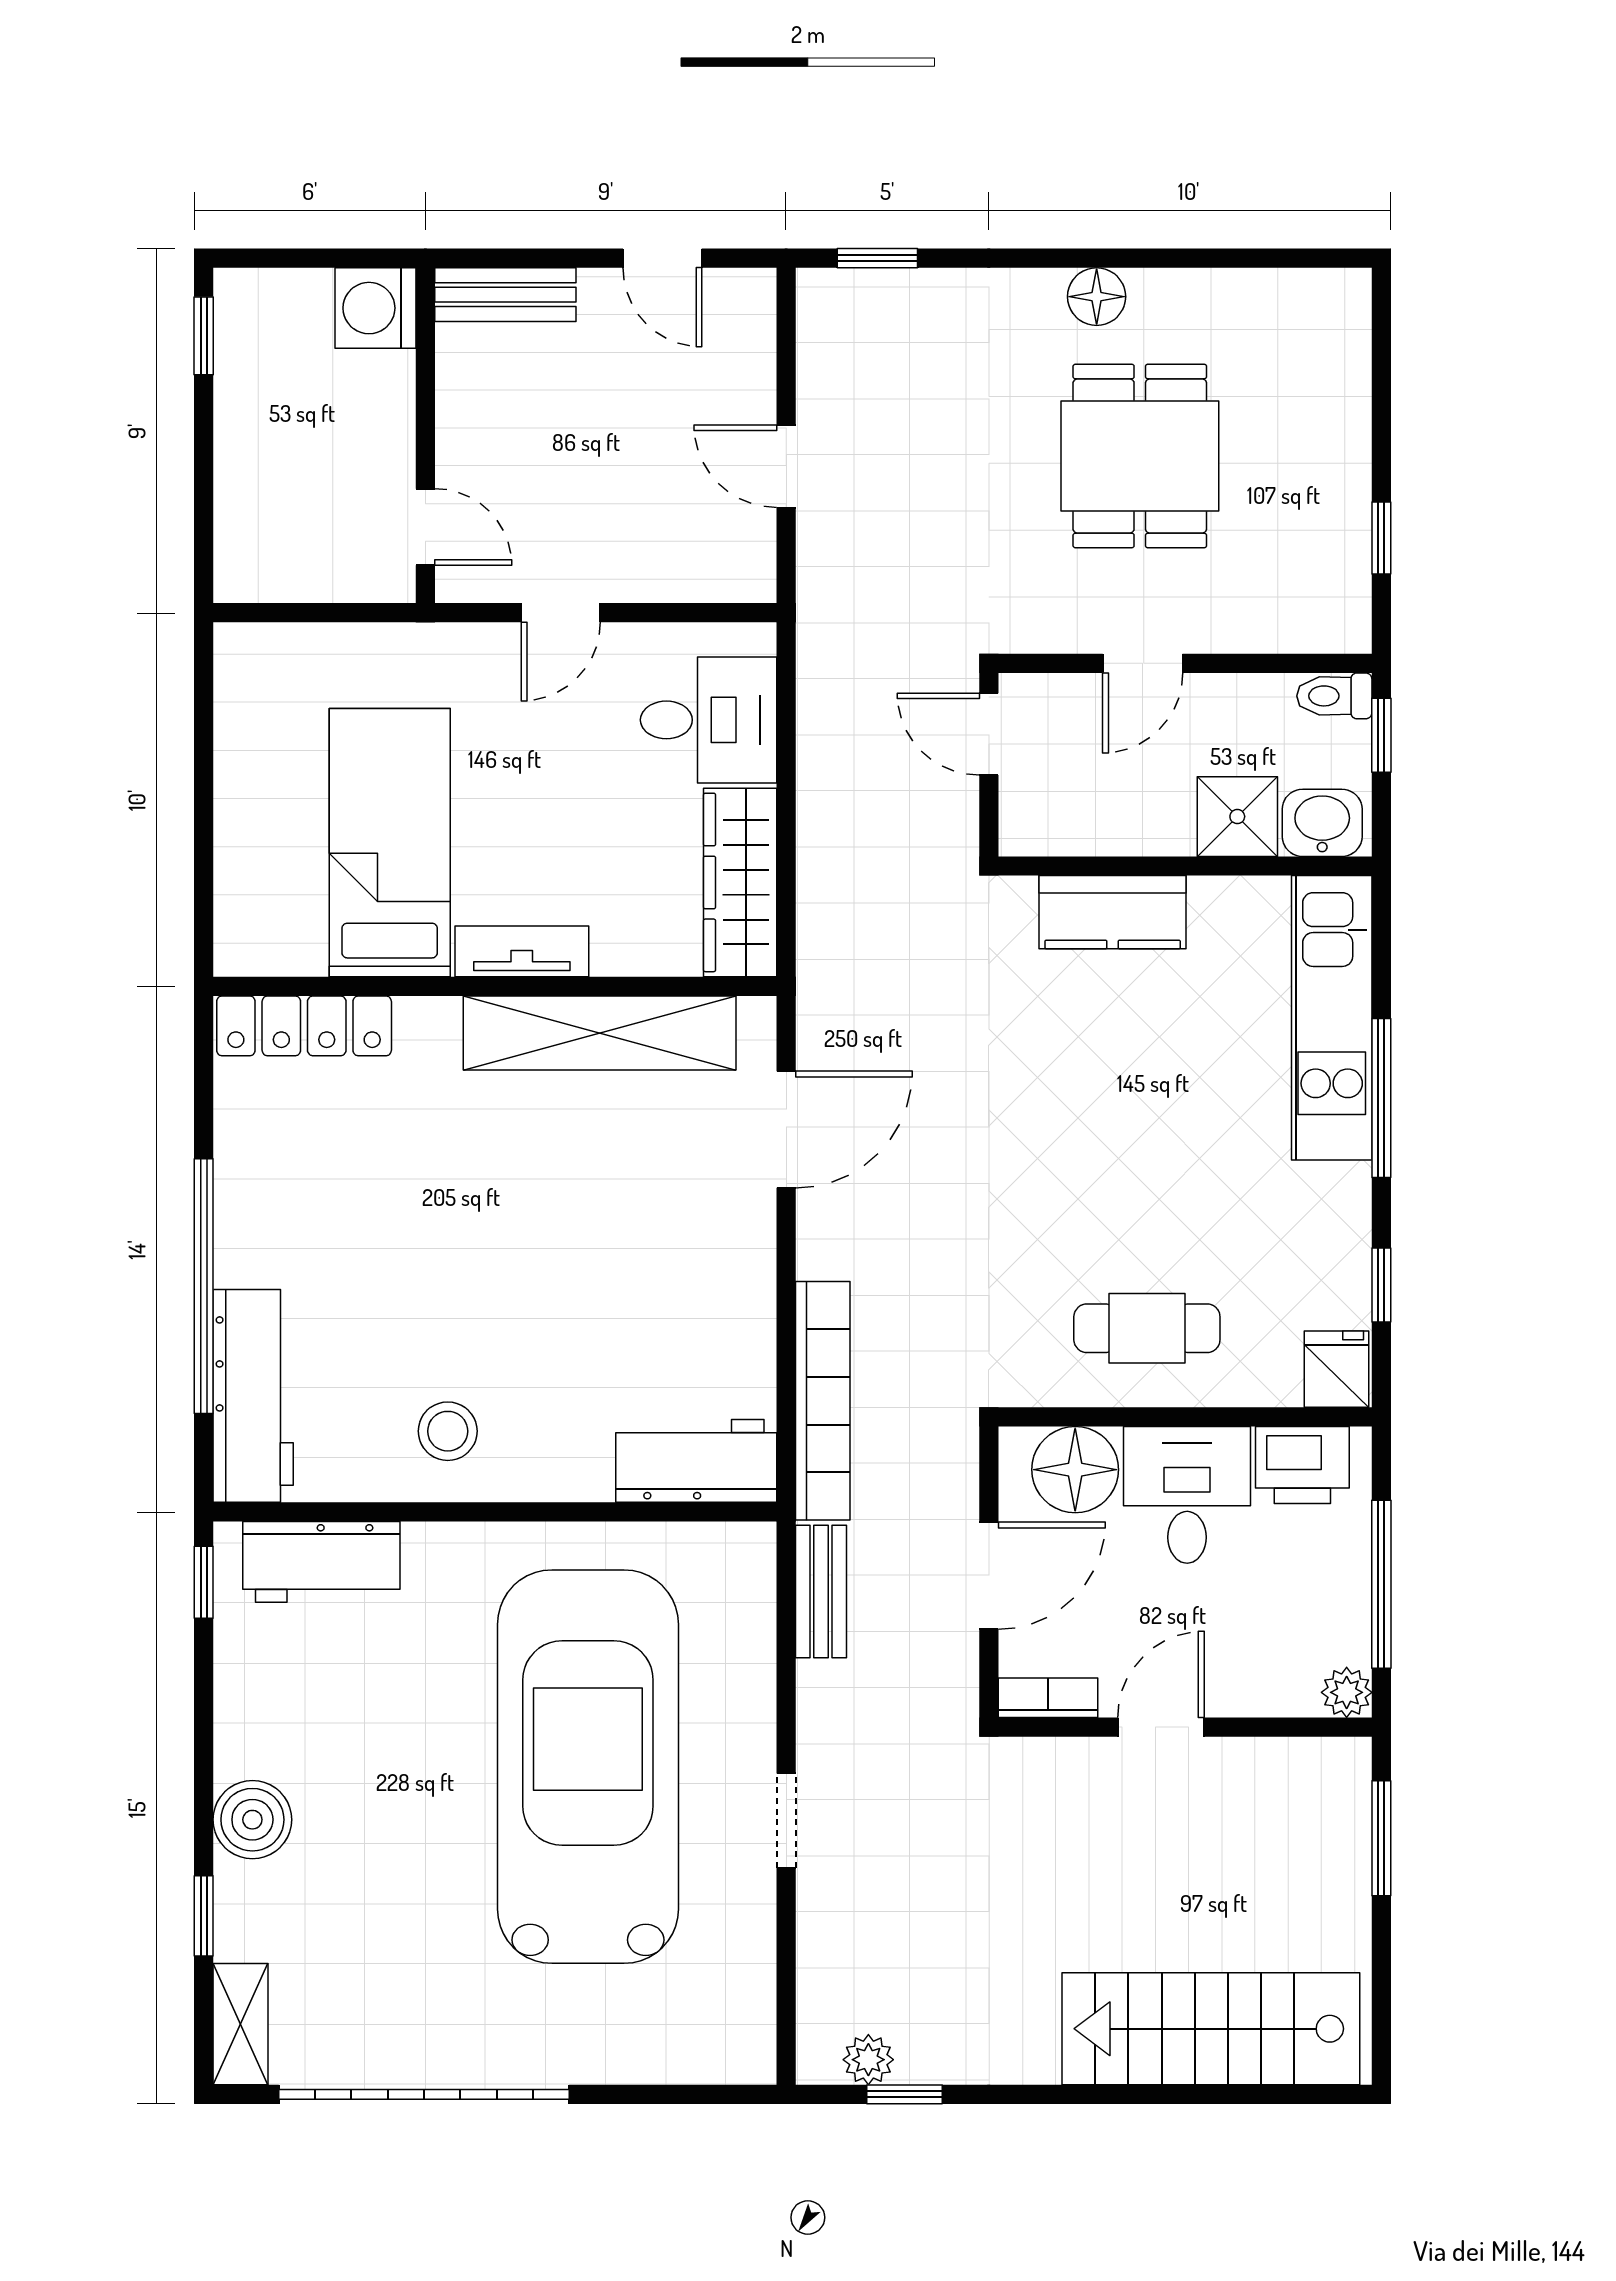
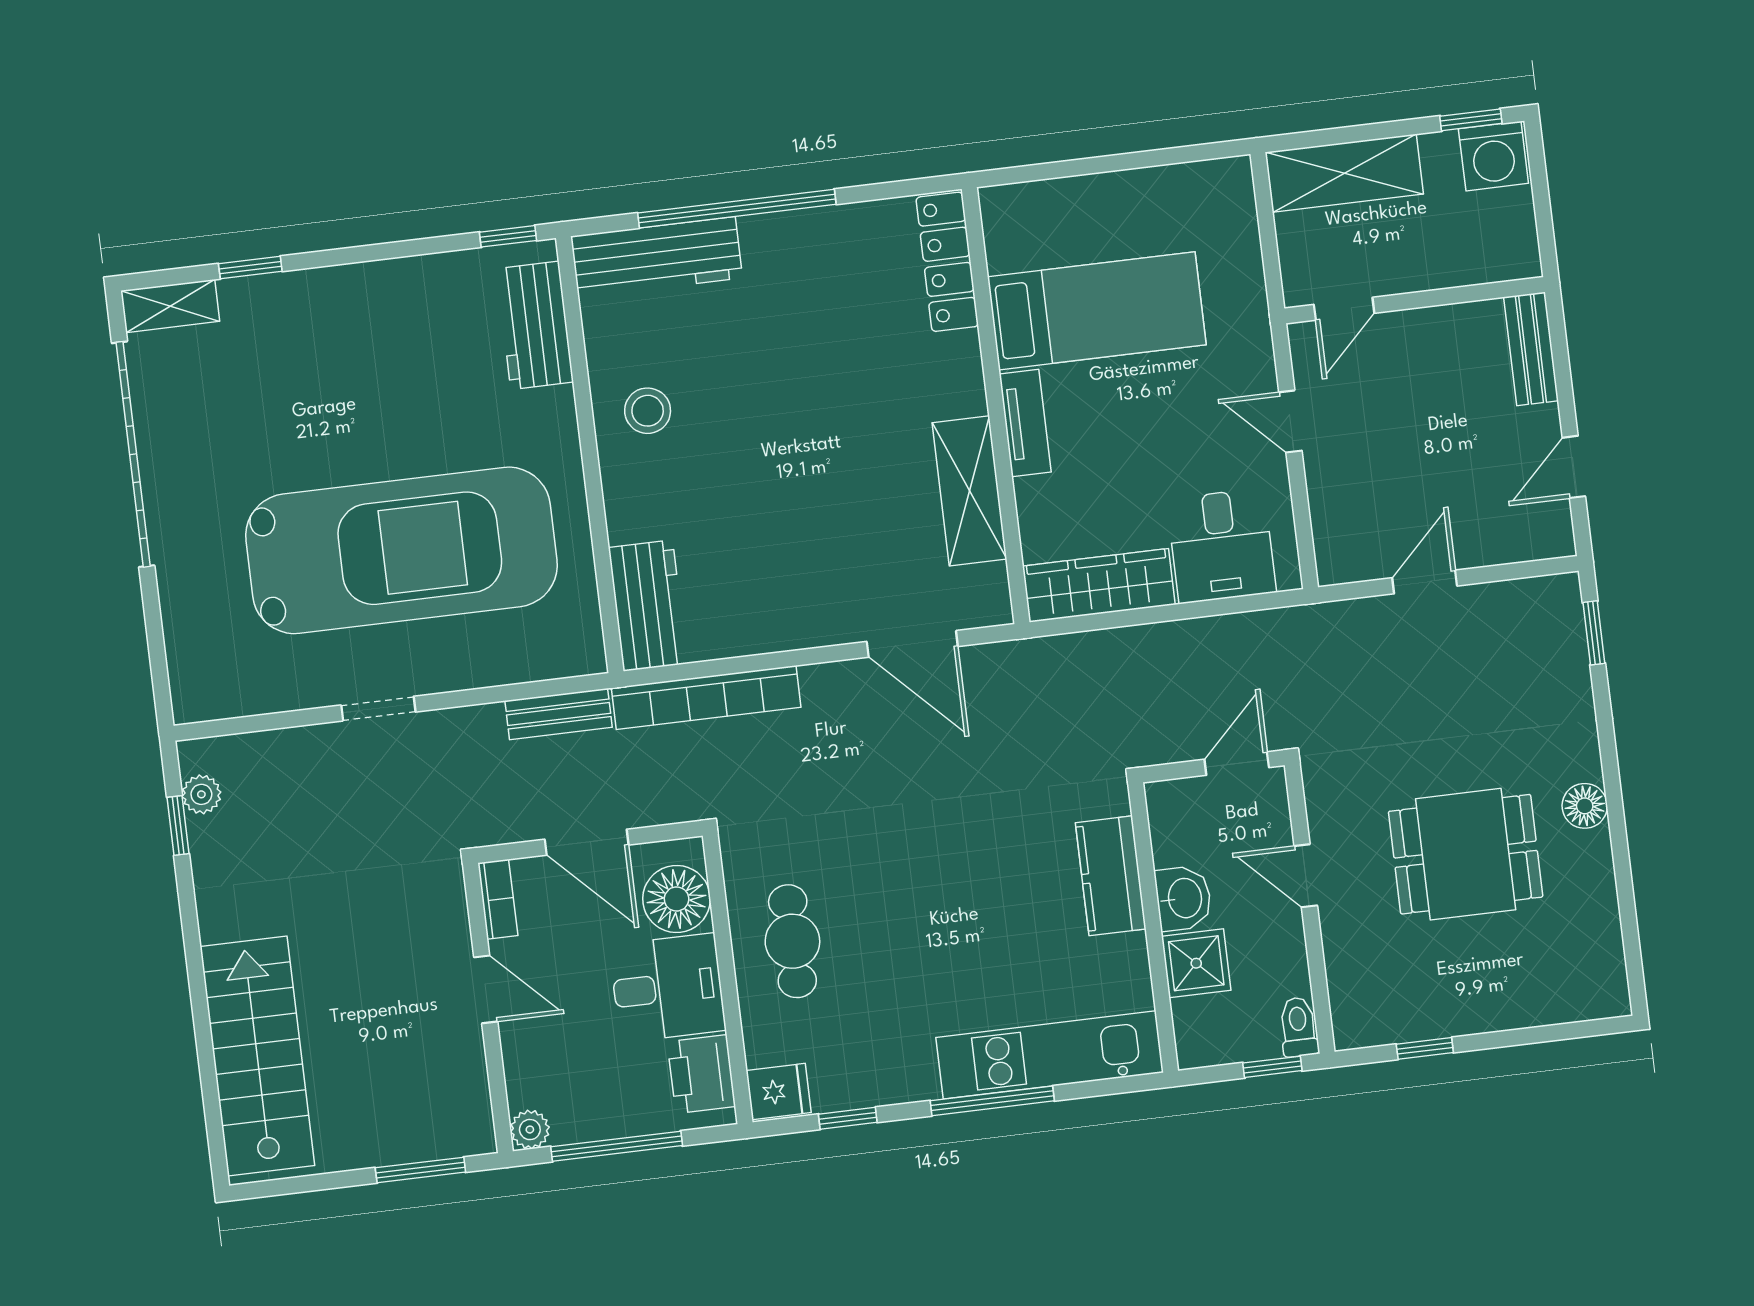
washing machine: (375, 308) -> (1493, 156), moved, turned 180
shelving: (252, 505) -> (1344, 173), added
washbasin: (1322, 823) -> (1183, 898), moved
shelving: (600, 1033) -> (969, 491), width x0.68
boiler: (252, 1820) -> (329, 296), removed

